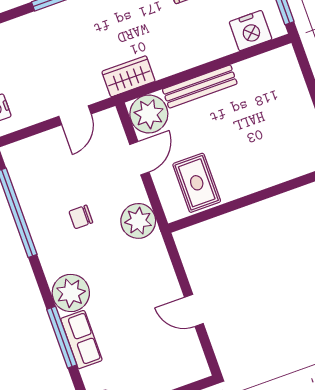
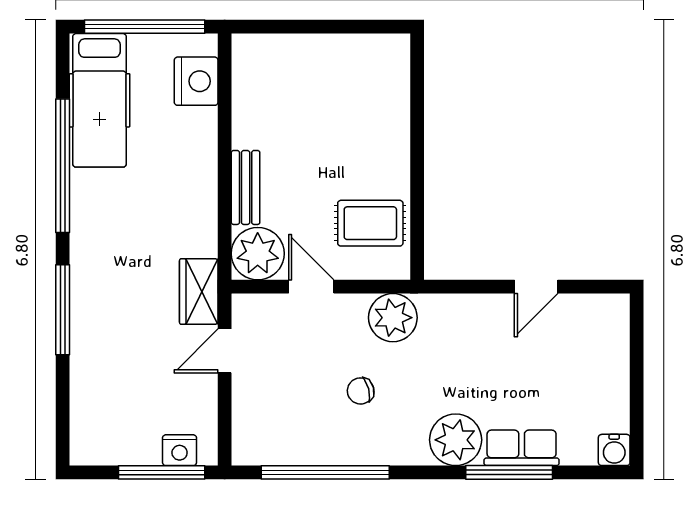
wardrobe: (128, 76) -> (199, 292), moved
bench: (200, 86) -> (246, 187), width x0.73
door: (75, 115) -> (225, 351), swing flipped
chair: (81, 217) -> (361, 391), turned 75

